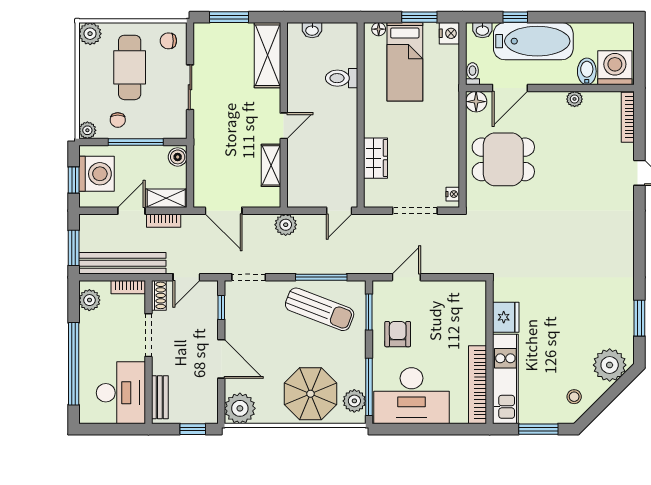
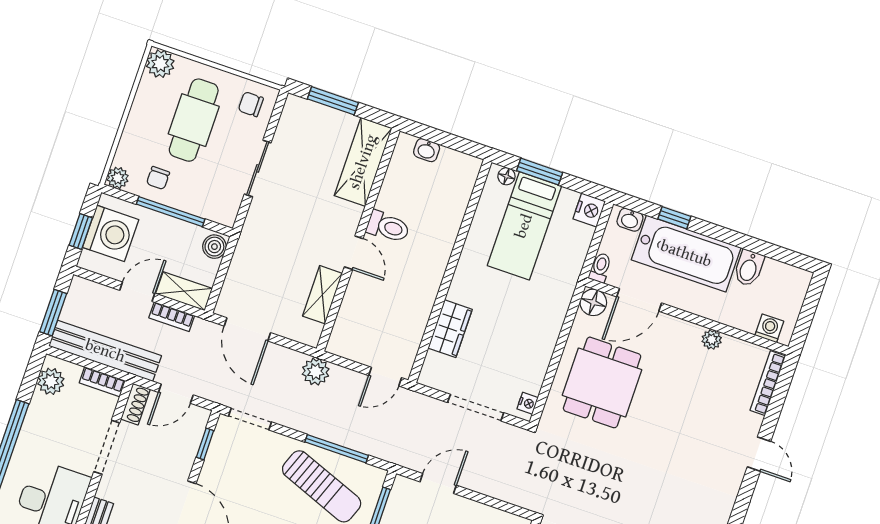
window: (419, 17) -> (540, 172), moved
washing machine: (615, 68) -> (769, 328), width x0.53, depth x0.53
bidet: (587, 71) -> (749, 268), moved, turned 180
toilet: (342, 78) -> (388, 227), moved, turned 180
door: (284, 126) -> (354, 253), hinge flipped
dining table: (503, 159) -> (602, 382), turned 90

